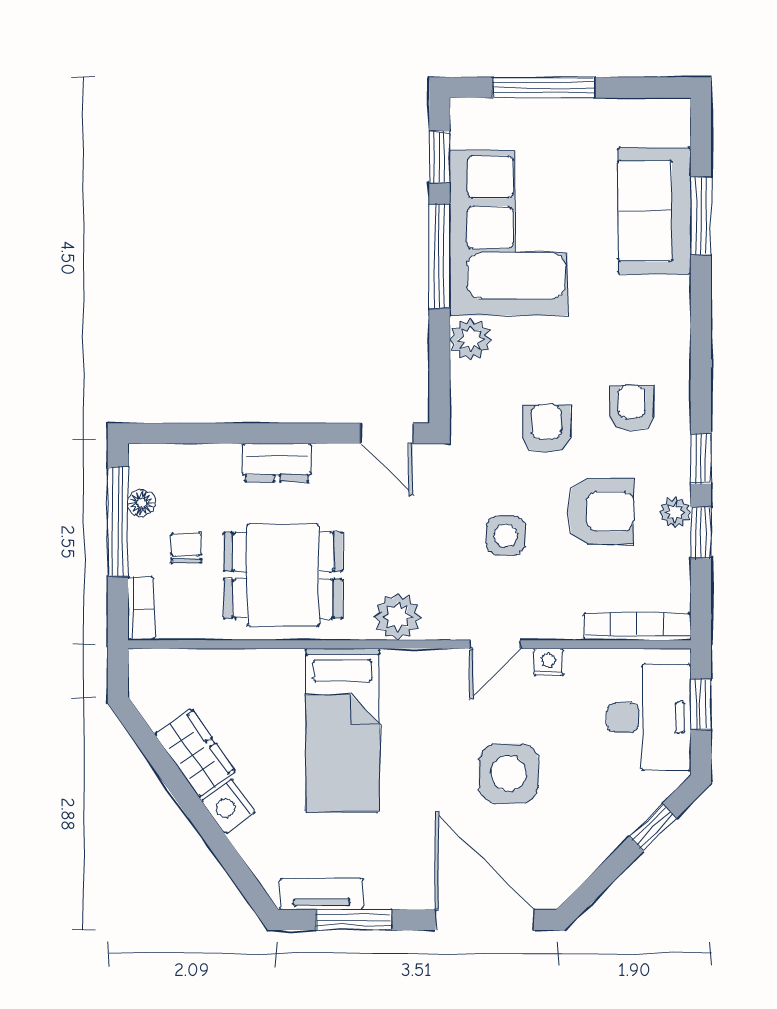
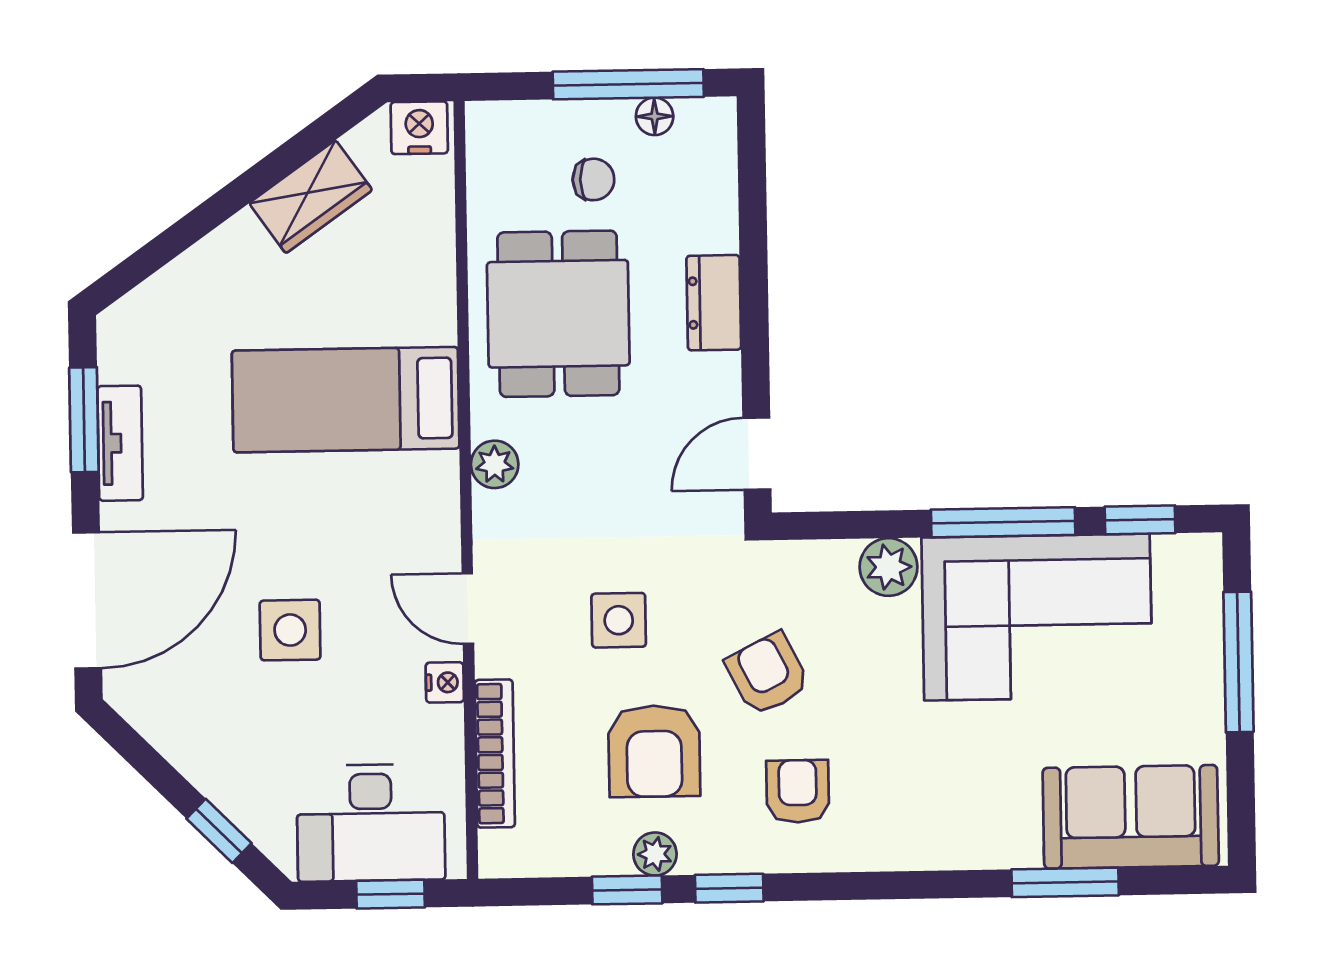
sofa: (654, 211) -> (1131, 817), moved
armchair: (632, 408) -> (798, 791), turned -90
armchair: (546, 428) -> (768, 674), turned -117
bookcase: (141, 608) -> (509, 118), removed
plant: (398, 617) -> (495, 464), width x0.73, depth x0.73
bookcase: (637, 627) -> (495, 754), moved
side table: (509, 773) -> (290, 630), width x0.73, depth x0.73
nightstand: (228, 806) -> (419, 128), moved, turned 35
tv unit: (322, 894) -> (120, 443), moved

